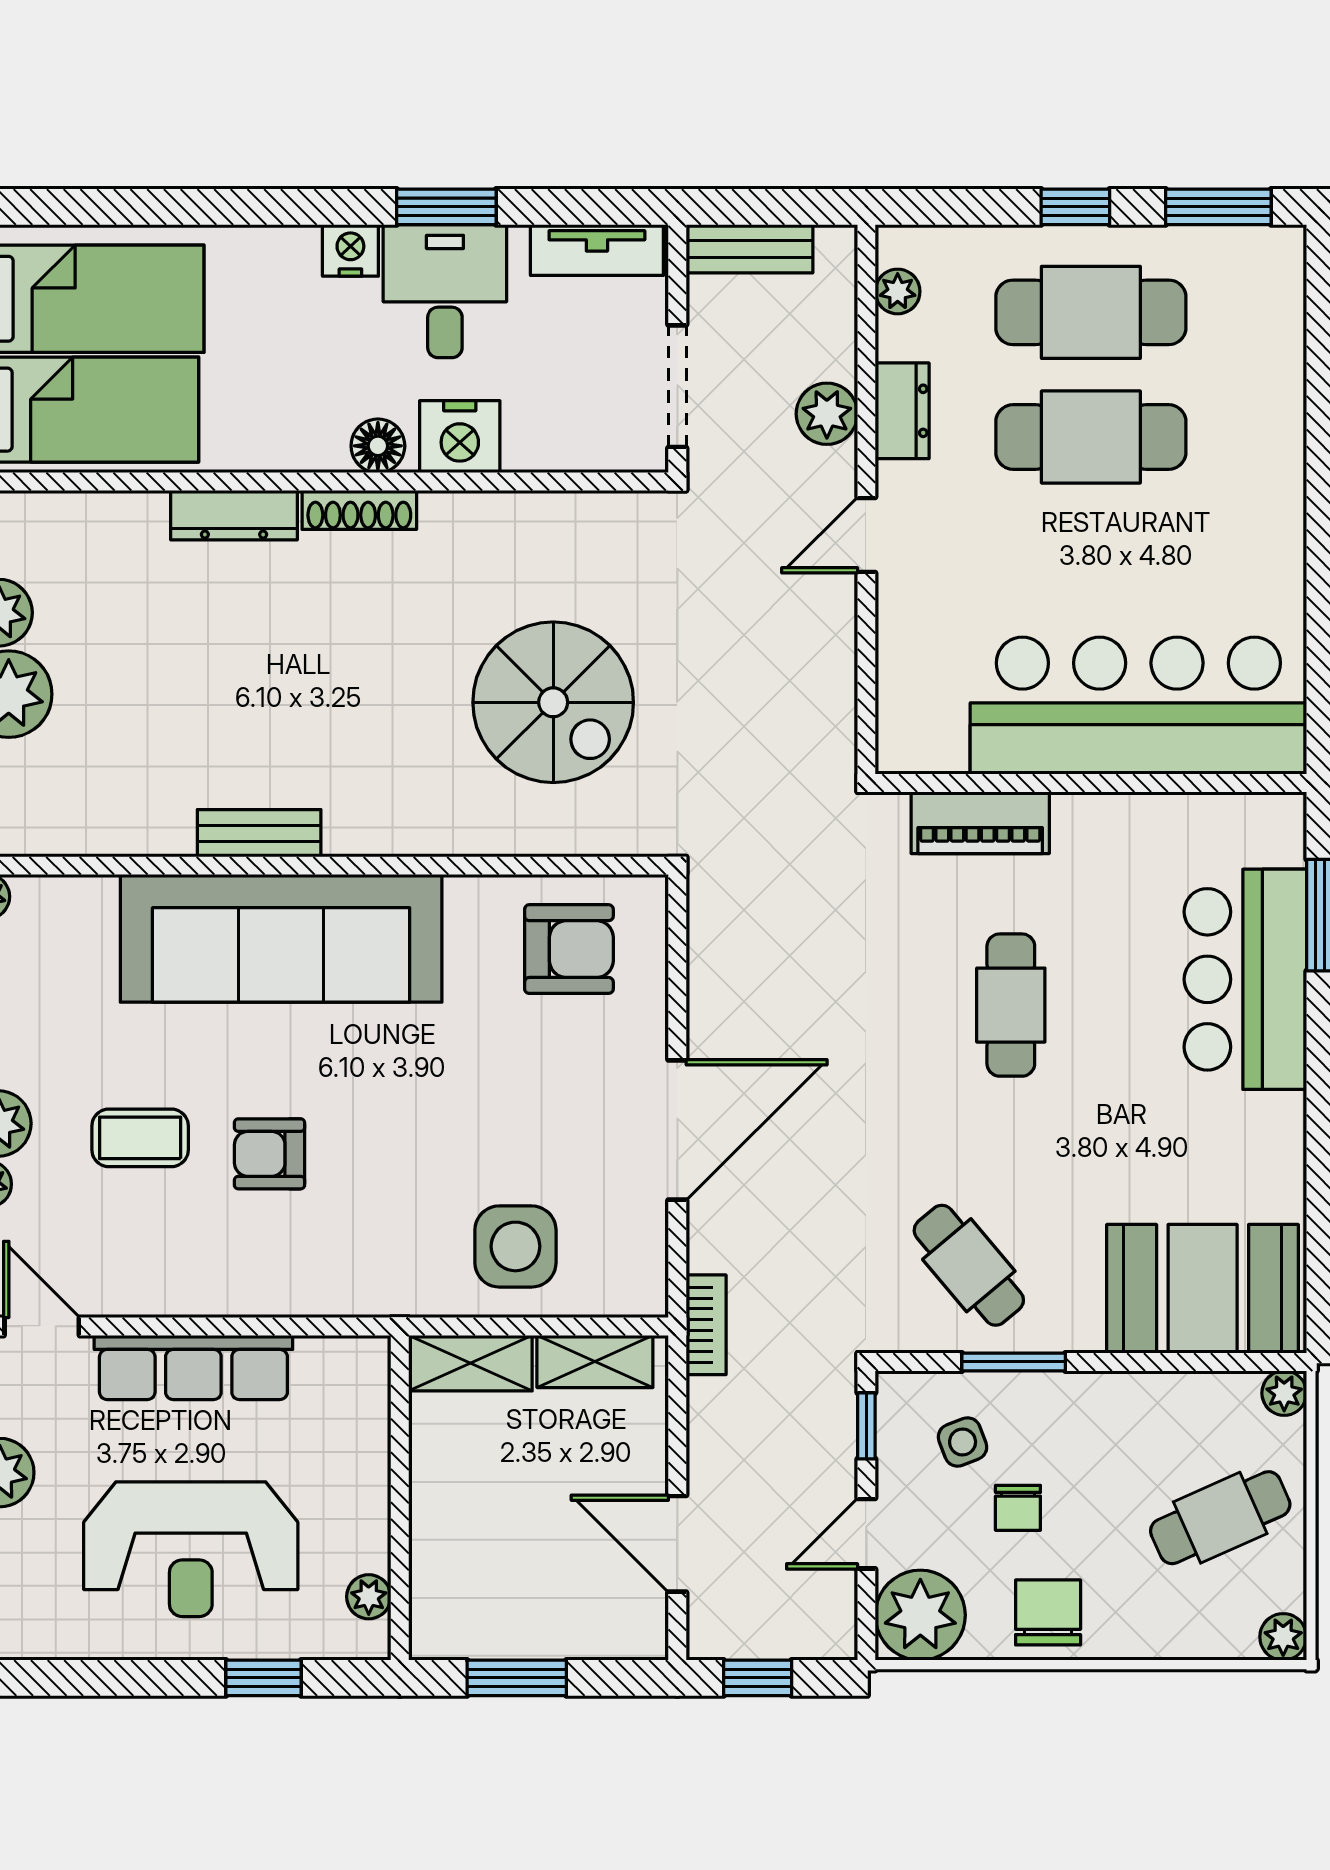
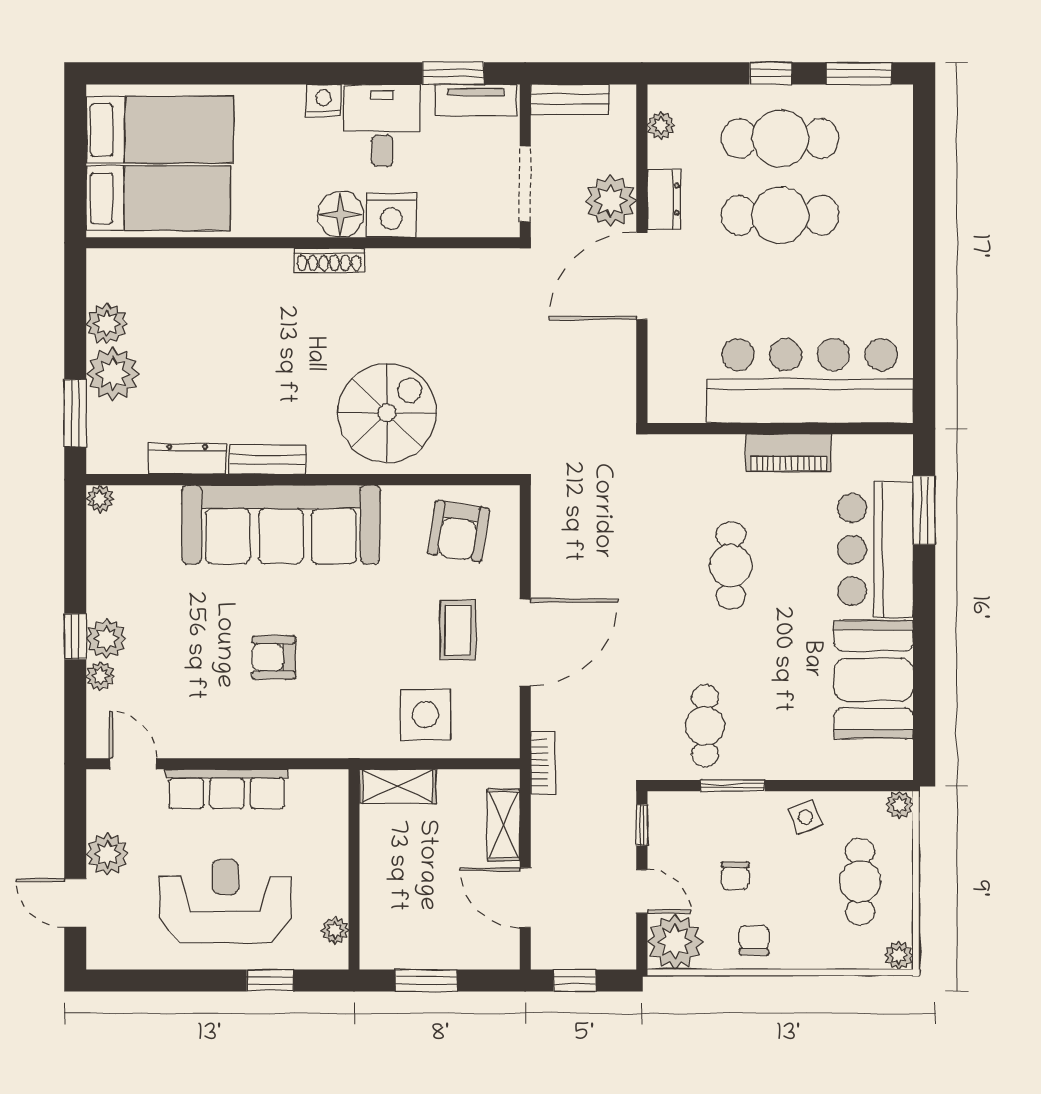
window: (446, 207) -> (453, 73), moved
plant: (827, 414) -> (611, 201), width x1.36, depth x1.36
floor lamp: (378, 446) -> (341, 214), width x1.38, depth x1.38
dresser: (234, 515) -> (187, 459), moved, turned 180
door: (866, 535) -> (642, 276), width x1.87
spiral stairs: (553, 702) -> (387, 413), moved, turned -90
piano: (980, 823) -> (789, 453), moved
armchair: (569, 949) -> (458, 531), turned 99
coffee table: (140, 1138) -> (458, 630), moved, turned 90
cafe table: (969, 1265) -> (705, 726), turned 40
booth: (1203, 1289) -> (874, 680), moved, turned 90
shelving: (595, 1361) -> (504, 825), moved, turned 90
side table: (963, 1442) -> (805, 817), moved
cafe table: (1220, 1518) -> (860, 882), turned -66
door: (866, 1534) -> (642, 891), swing flipped
reception desk: (191, 1549) -> (225, 901), turned 180
chair: (1048, 1612) -> (754, 940), width x0.73, depth x0.73

